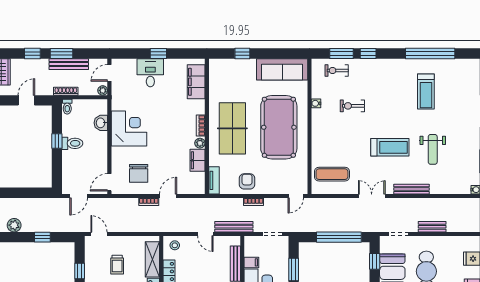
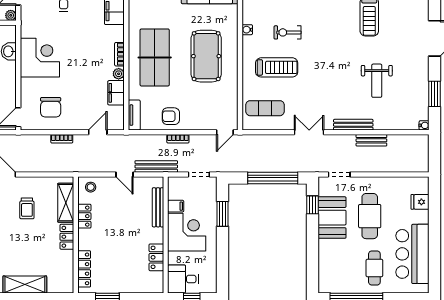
pool table: (279, 127) -> (206, 56), width x0.73, depth x0.76
treadmill: (390, 147) -> (277, 67), moved
armchair: (247, 181) -> (171, 116), turned -90
door: (168, 196) -> (98, 132), moved
bench: (432, 227) -> (371, 140), moved

